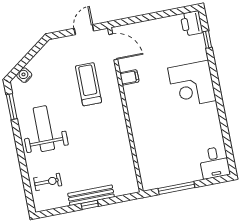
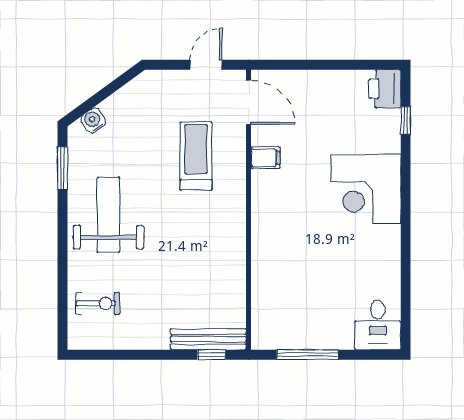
bench: (91, 195) -> (208, 339), moved
window: (90, 205) -> (211, 355), moved

